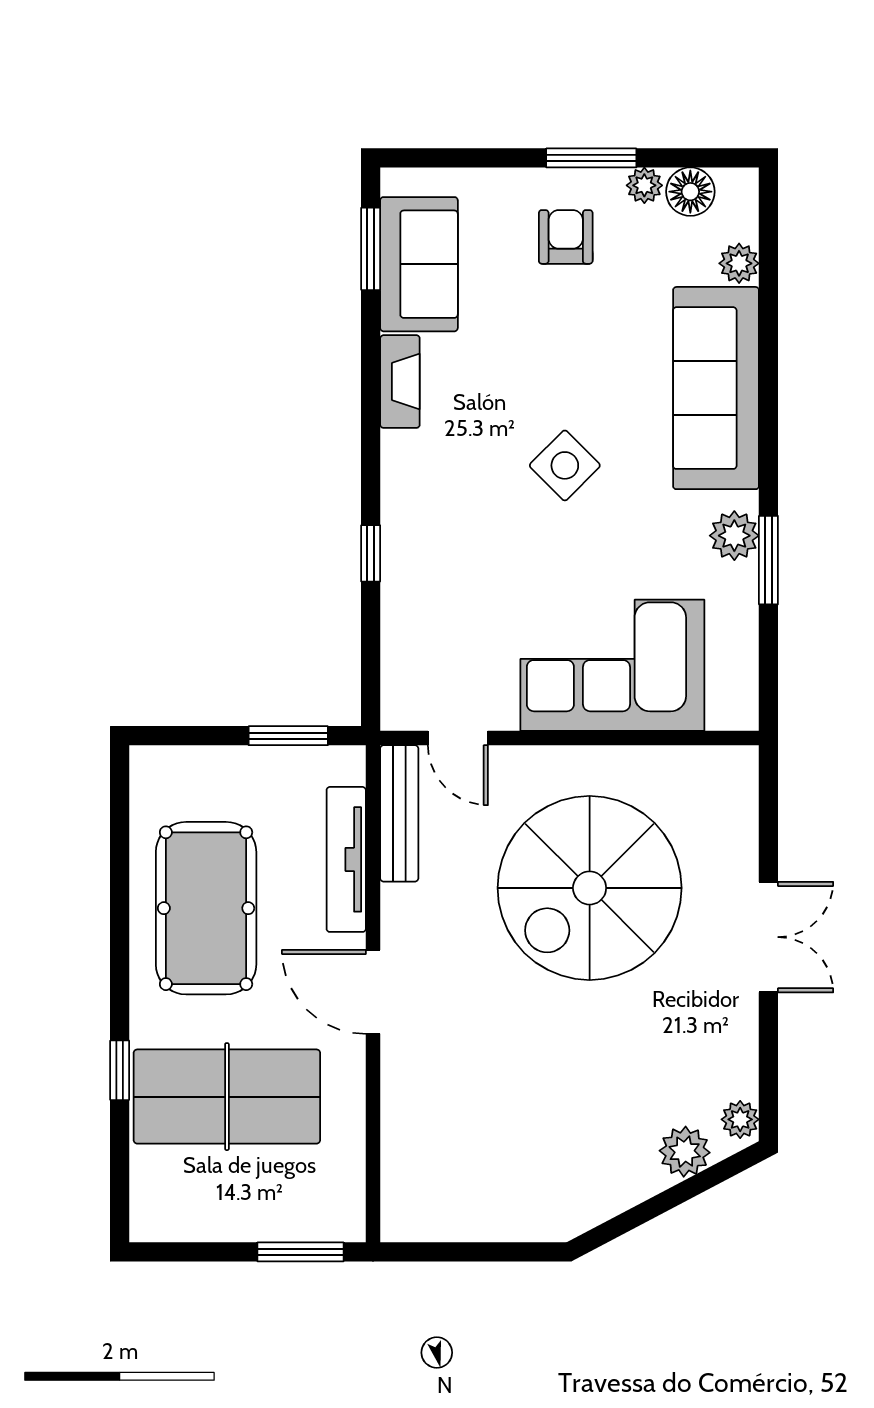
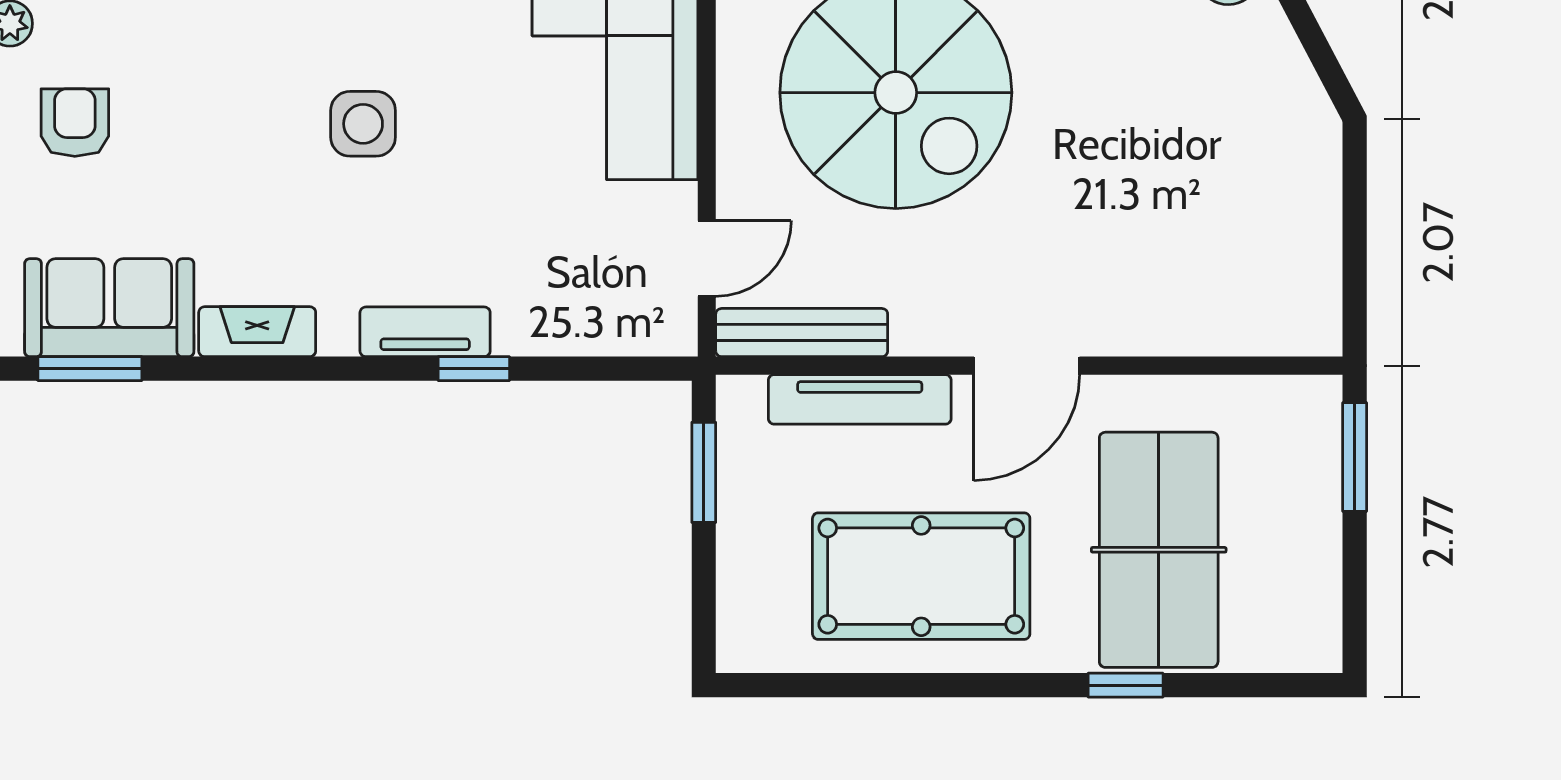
armchair: (566, 237) -> (75, 123), turned 90
side table: (565, 465) -> (363, 124), turned 45
tv unit: (400, 515) -> (425, 332), added

